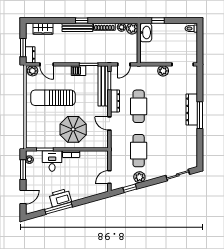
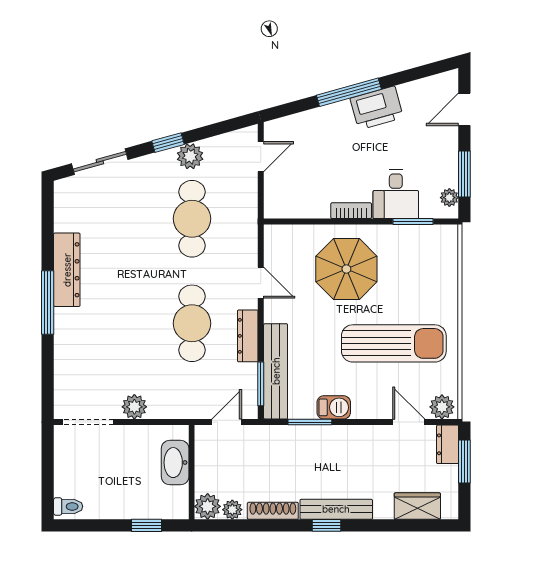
washbasin: (146, 32) -> (175, 463), moved
dresser: (192, 109) -> (67, 270), moved
window: (130, 188) -> (168, 143), moved
window: (58, 208) -> (349, 92), moved

